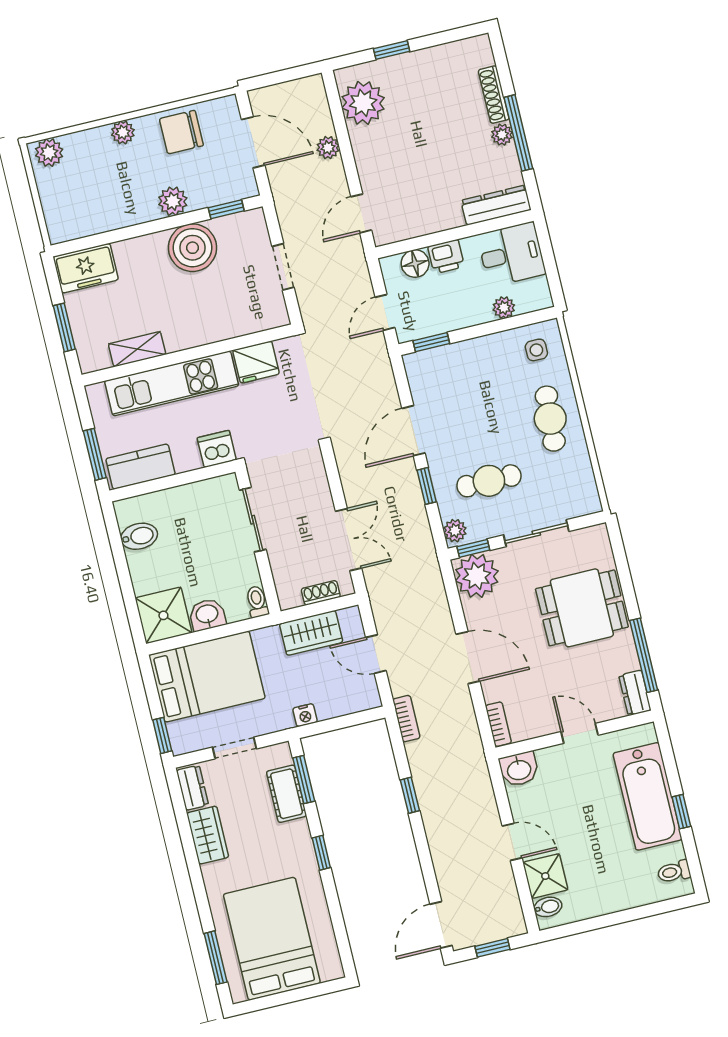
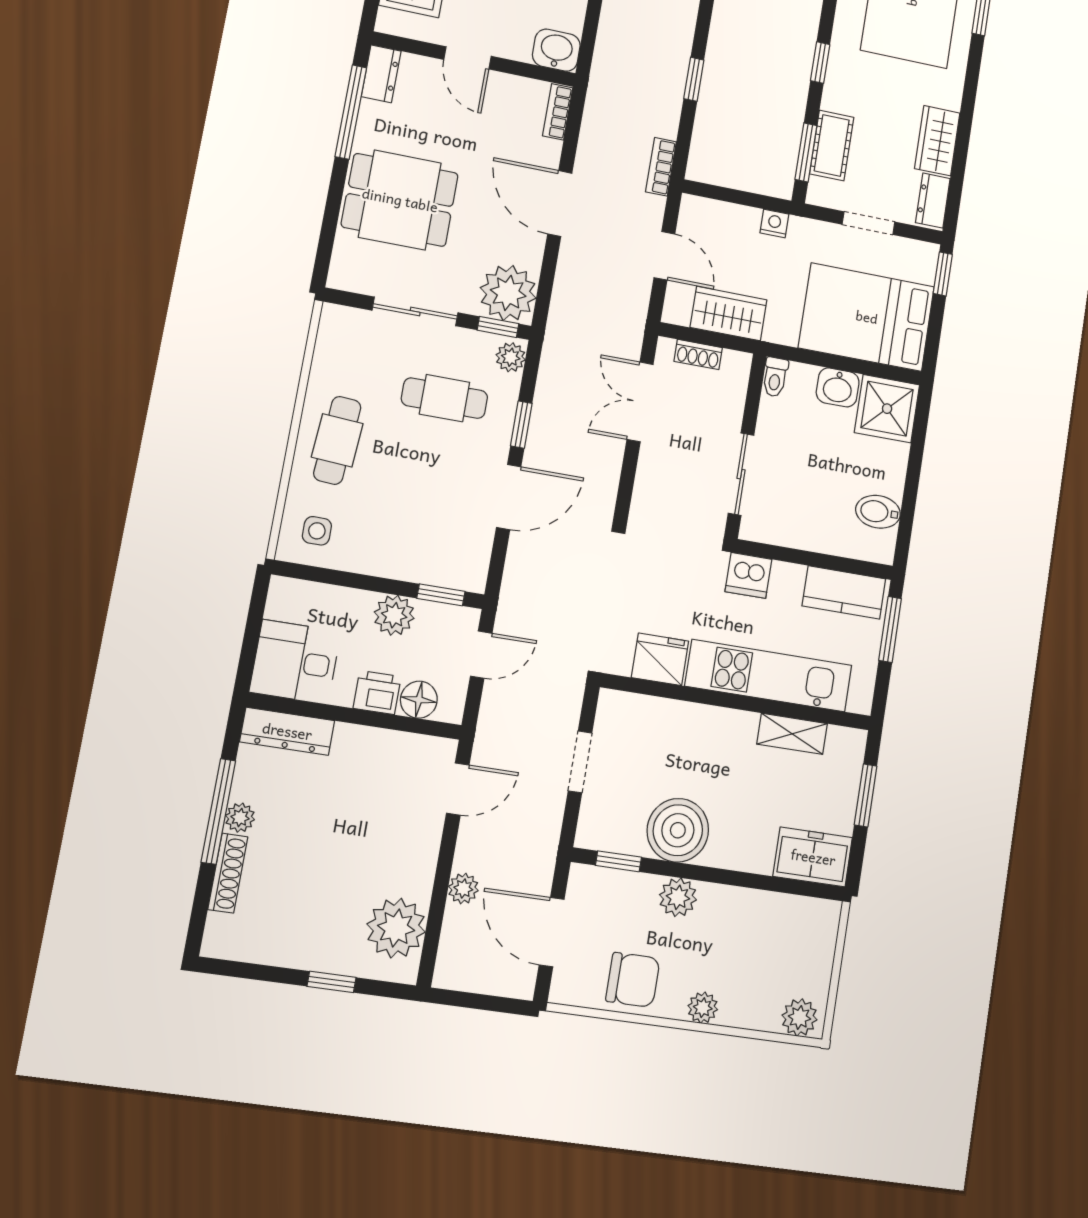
plant: (504, 308) -> (394, 615), moved, width x1.38, depth x1.38

